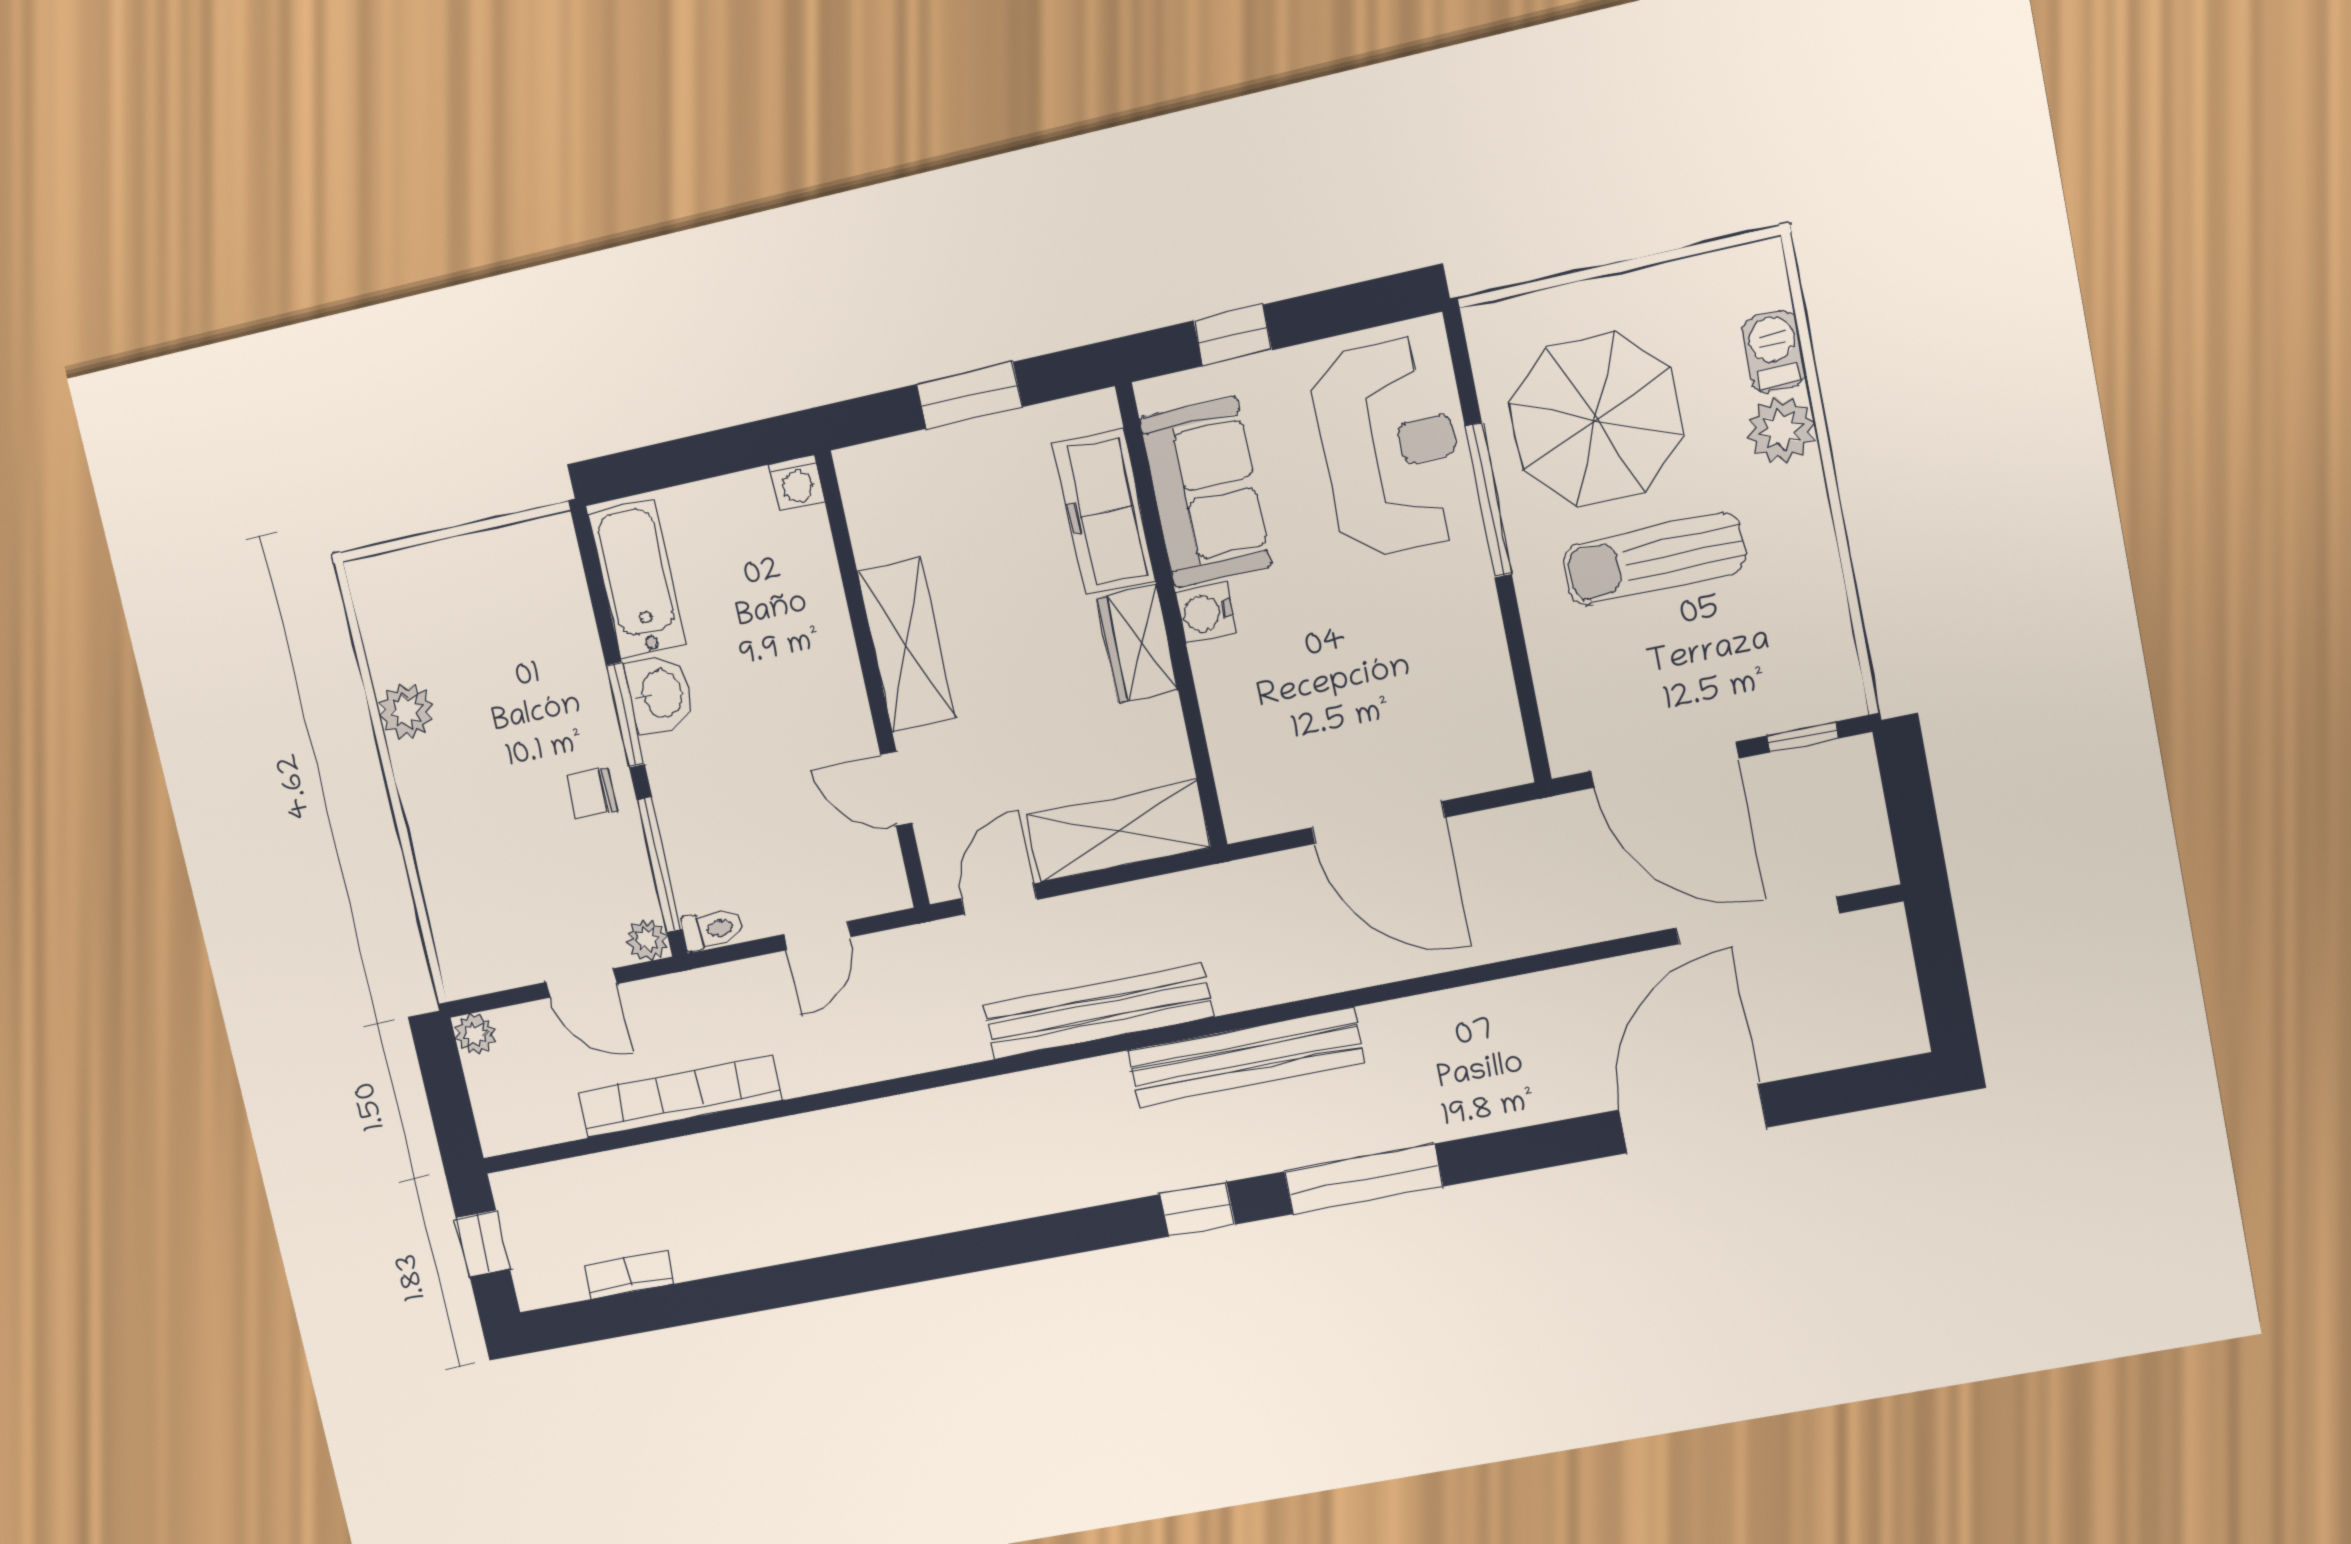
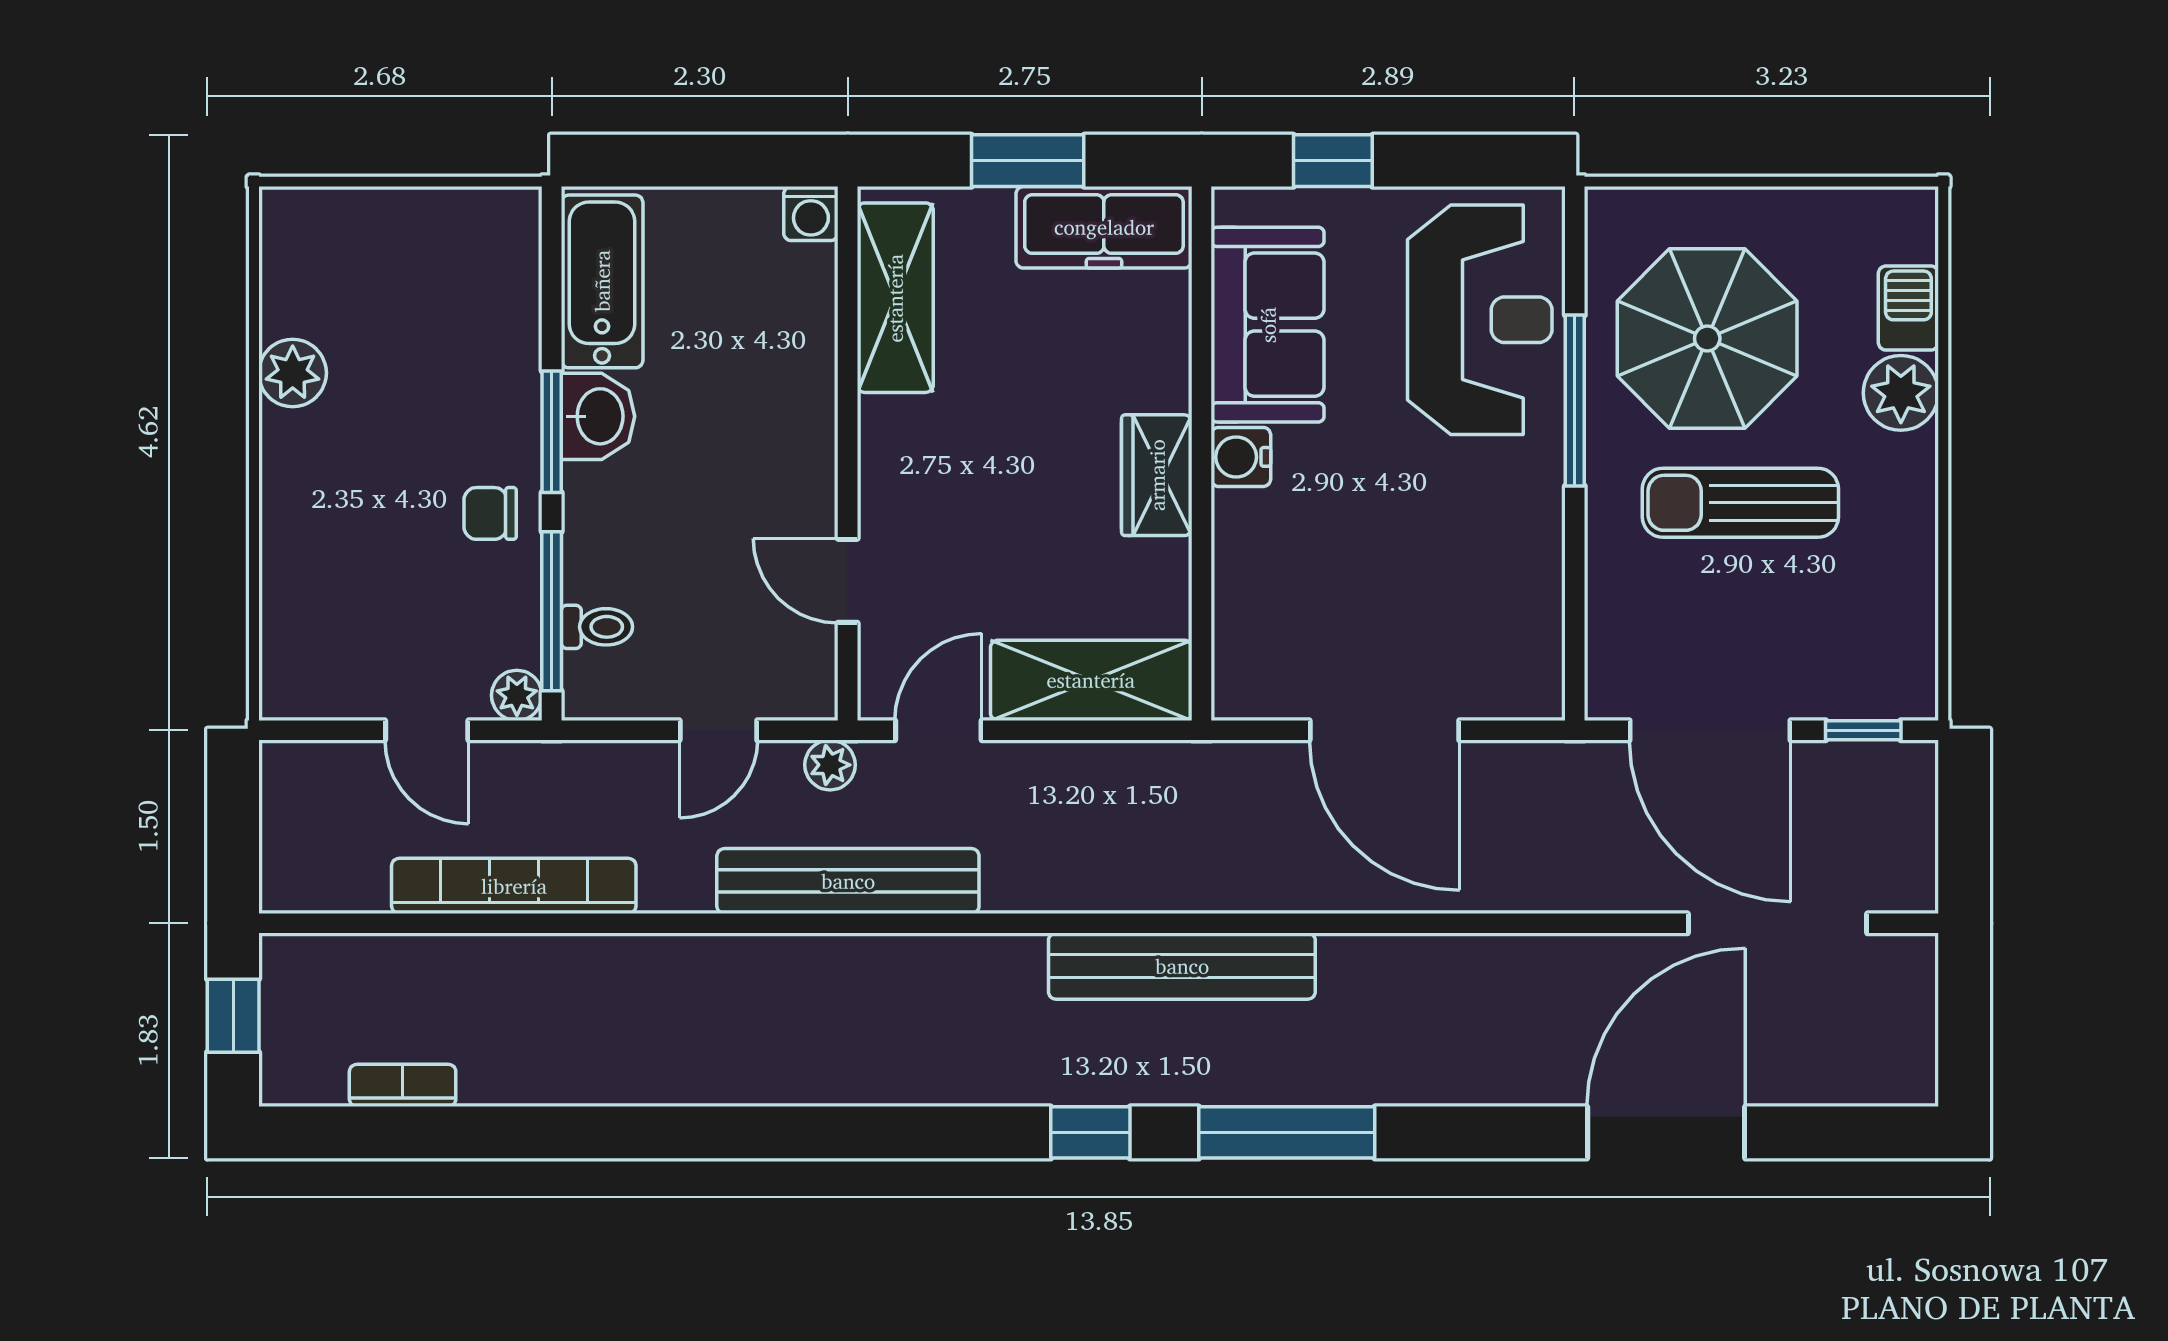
freezer: (1104, 512) -> (1104, 227), moved, turned -90
shelving: (906, 645) -> (895, 298), moved
toilet: (712, 930) -> (597, 627), moved
bench: (1098, 1011) -> (848, 881), moved
plant: (475, 1034) -> (830, 765), moved

